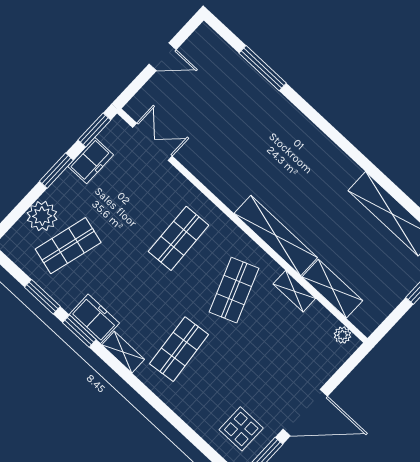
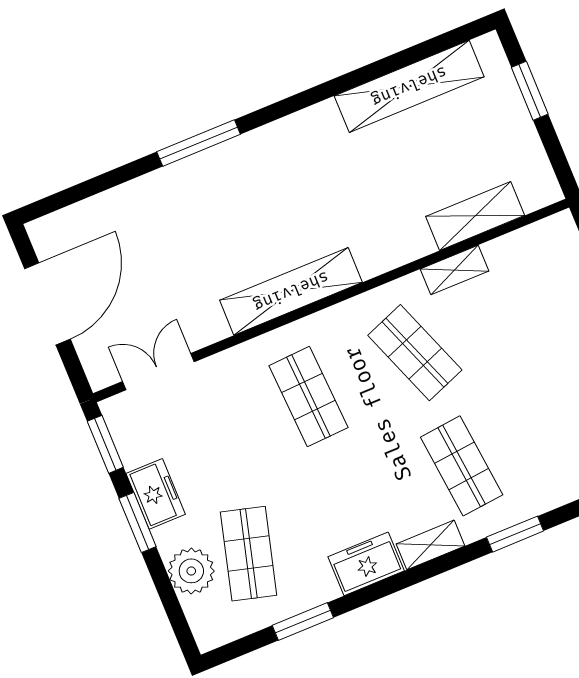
door: (163, 57) -> (47, 304), width x1.87
window: (263, 68) -> (199, 143), moved
freezer: (91, 161) -> (156, 494), moved
shelving: (276, 235) -> (291, 291), moved
window: (79, 331) -> (515, 534), moved
plant: (342, 335) -> (546, 231), removed

